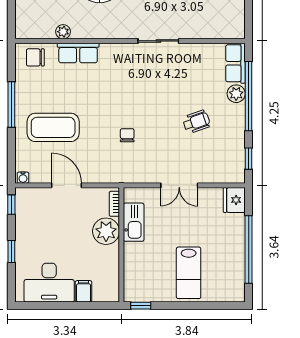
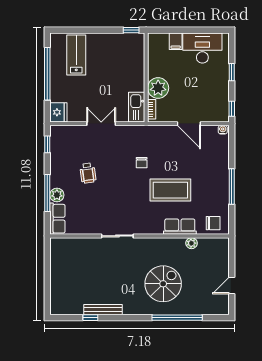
window: (249, 96) -> (47, 193), width x0.68
wheelchair: (196, 122) -> (88, 173), turned -79
coffee table: (53, 127) -> (170, 190), moved
kitchen sink: (134, 222) -> (137, 107), moved
lab bench: (189, 273) -> (76, 55), moved

